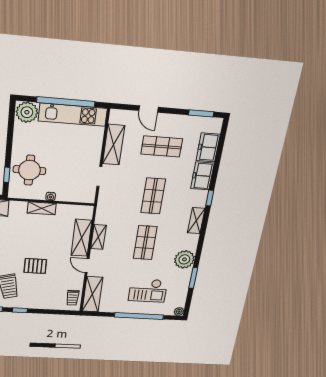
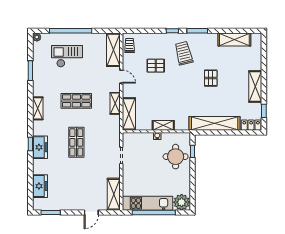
door: (148, 109) -> (91, 212), swing flipped
shelving: (114, 145) -> (114, 194), moved
shop shelf: (162, 146) -> (76, 184), removed
freezer: (202, 176) -> (40, 147), moved
shelving: (196, 221) -> (38, 108), moved
shelving: (81, 238) -> (129, 114), moved
shop shelf: (145, 243) -> (76, 101), turned 90
plant: (184, 259) -> (41, 88), removed
pallet: (35, 266) -> (156, 66), moved

